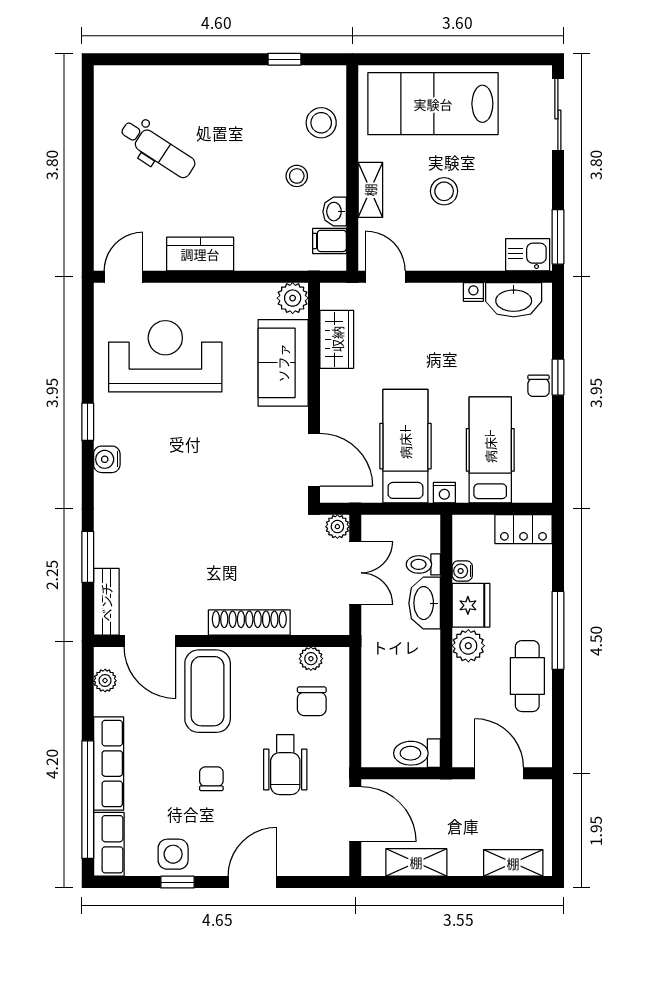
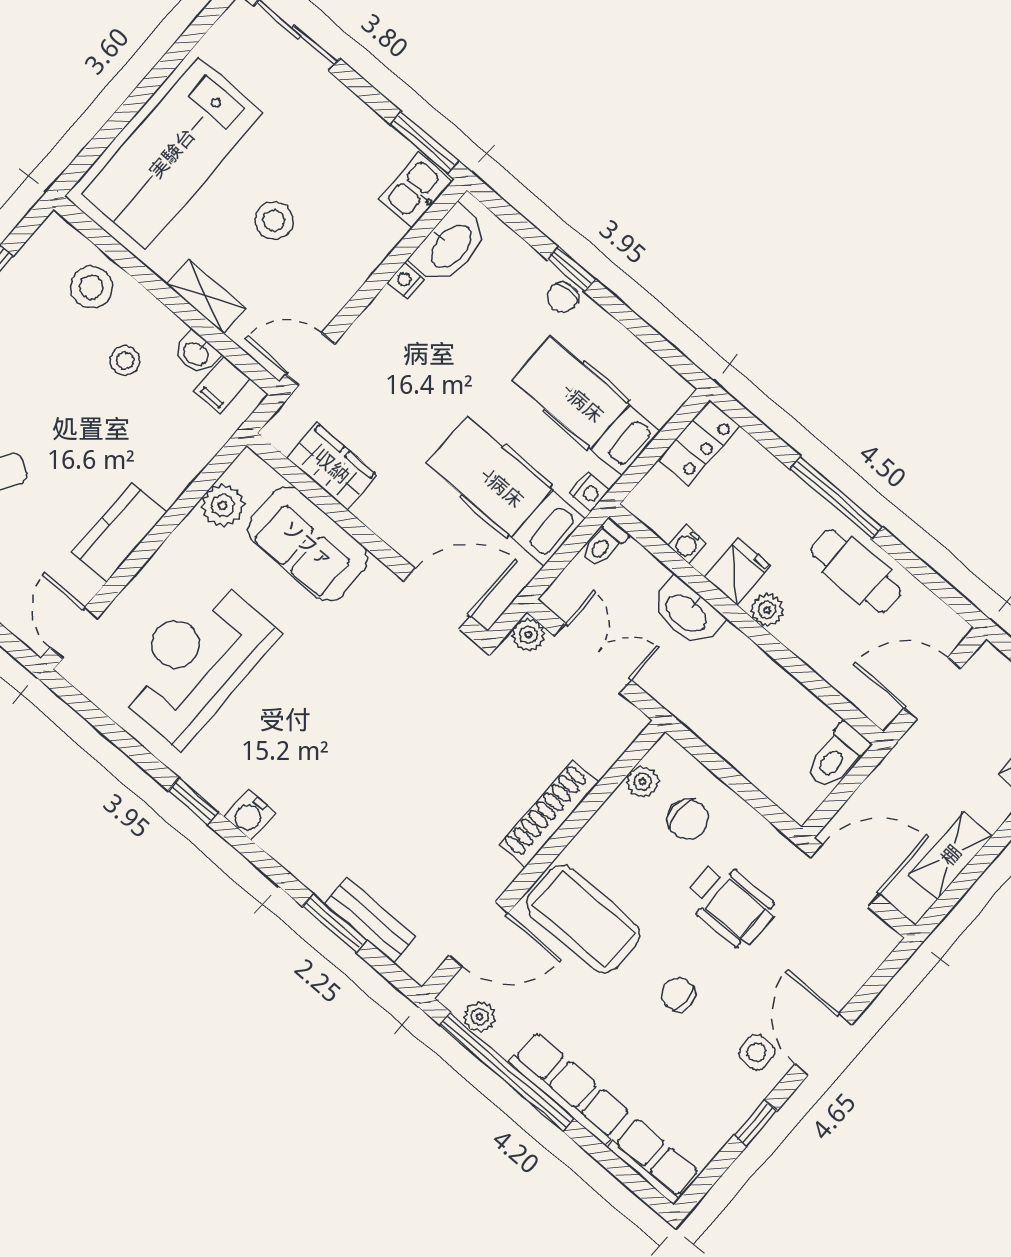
plant: (293, 298) -> (223, 505), moved
chair: (538, 386) -> (563, 297), turned 90
toilet: (423, 564) -> (604, 544), moved
bench: (106, 602) -> (370, 920), moved
fridge: (471, 605) -> (738, 572), width x0.72
plant: (468, 646) -> (767, 610), width x0.73, depth x0.73
window: (88, 800) -> (507, 1072), moved
side table: (173, 854) -> (757, 1053), moved, width x0.73, depth x0.73

